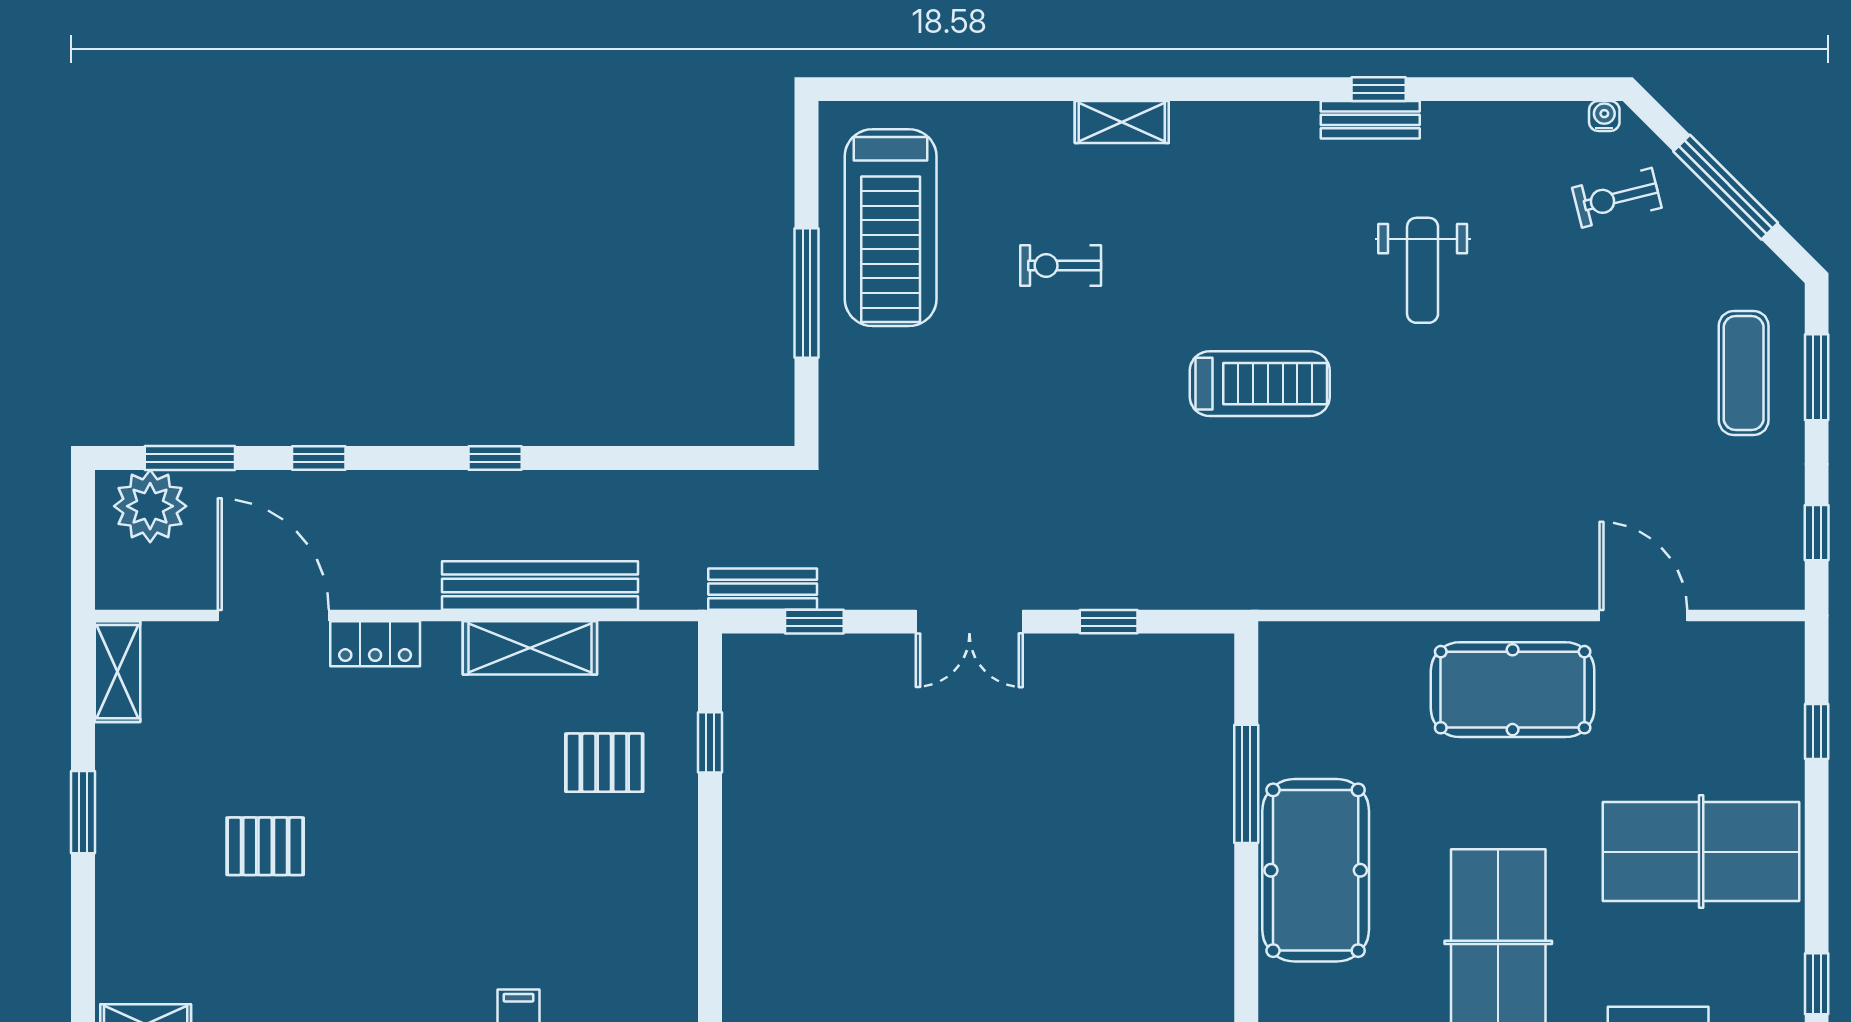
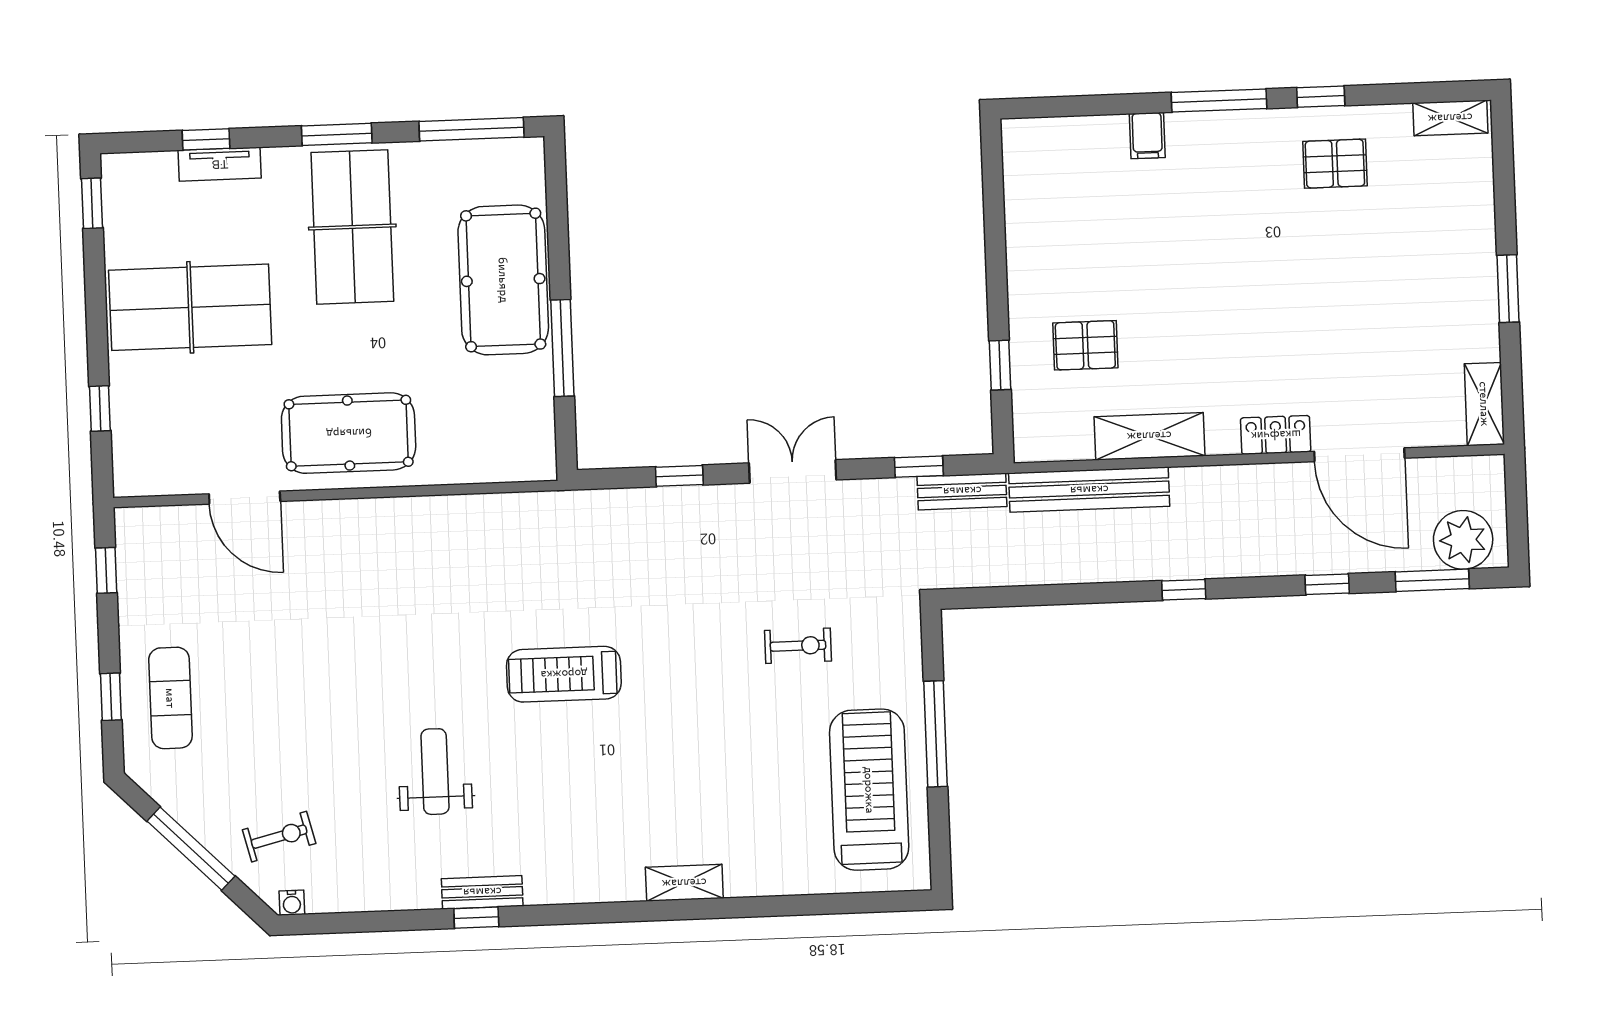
exercise bike: (1061, 266) -> (798, 646), moved
window: (1817, 377) -> (111, 697), width x0.67
bench: (540, 585) -> (1089, 490), moved
pallet: (265, 846) -> (1335, 164), moved

